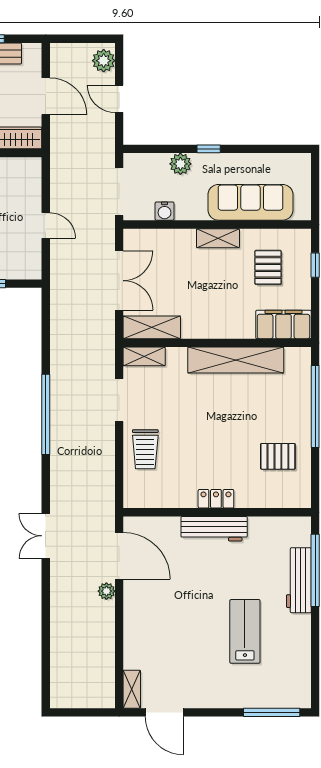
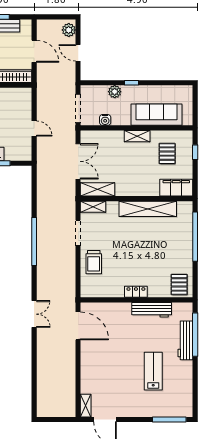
pallet: (278, 456) -> (179, 284), moved, turned 90
workbench: (214, 529) -> (152, 310), moved
double door: (46, 536) -> (34, 314), swing flipped
plant: (106, 591) -> (70, 347), removed

